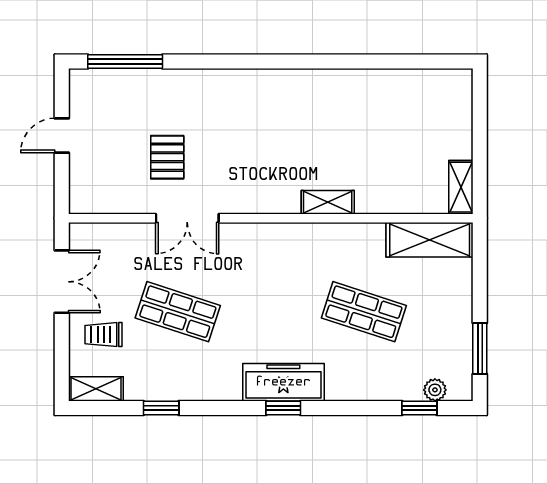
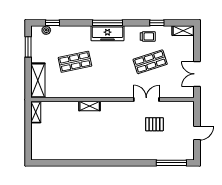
pallet: (167, 157) -> (154, 124), turned 90
shelving: (430, 240) -> (38, 80), moved, turned 90
shop shelf: (178, 312) -> (150, 62), turned -36
shop shelf: (364, 312) -> (75, 62), turned -30
trolley: (103, 335) -> (148, 36), moved
window: (283, 408) -> (108, 23), width x2.17

